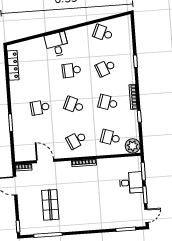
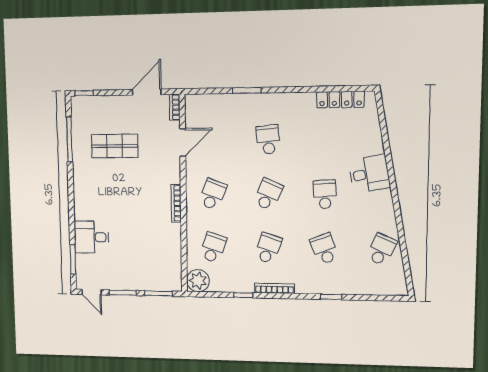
school desk: (76, 140) -> (213, 194), turned 45
desk: (131, 183) -> (91, 237), moved, turned 90

